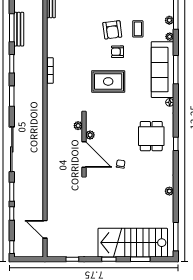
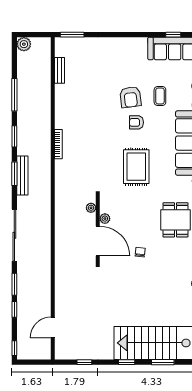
bench: (19, 29) -> (22, 176), moved
rug: (108, 81) -> (136, 167), moved, turned 90
door: (45, 229) -> (53, 328), hinge flipped

